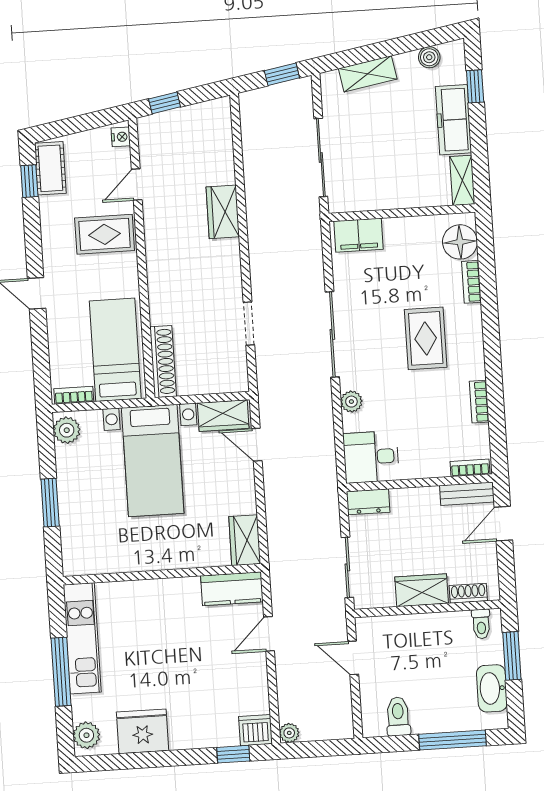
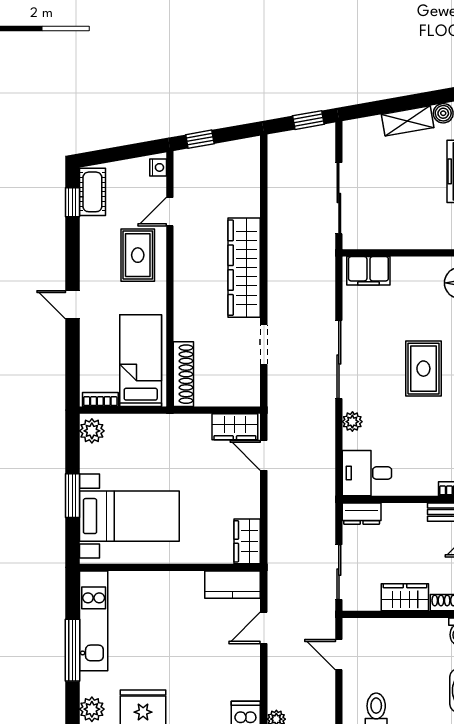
shelving: (368, 74) -> (408, 121), moved
wardrobe: (223, 212) -> (244, 268), width x2.10, depth x1.17
rug: (105, 234) -> (138, 255), turned 90
bed with nightstands: (153, 461) -> (129, 516), moved, turned -90

